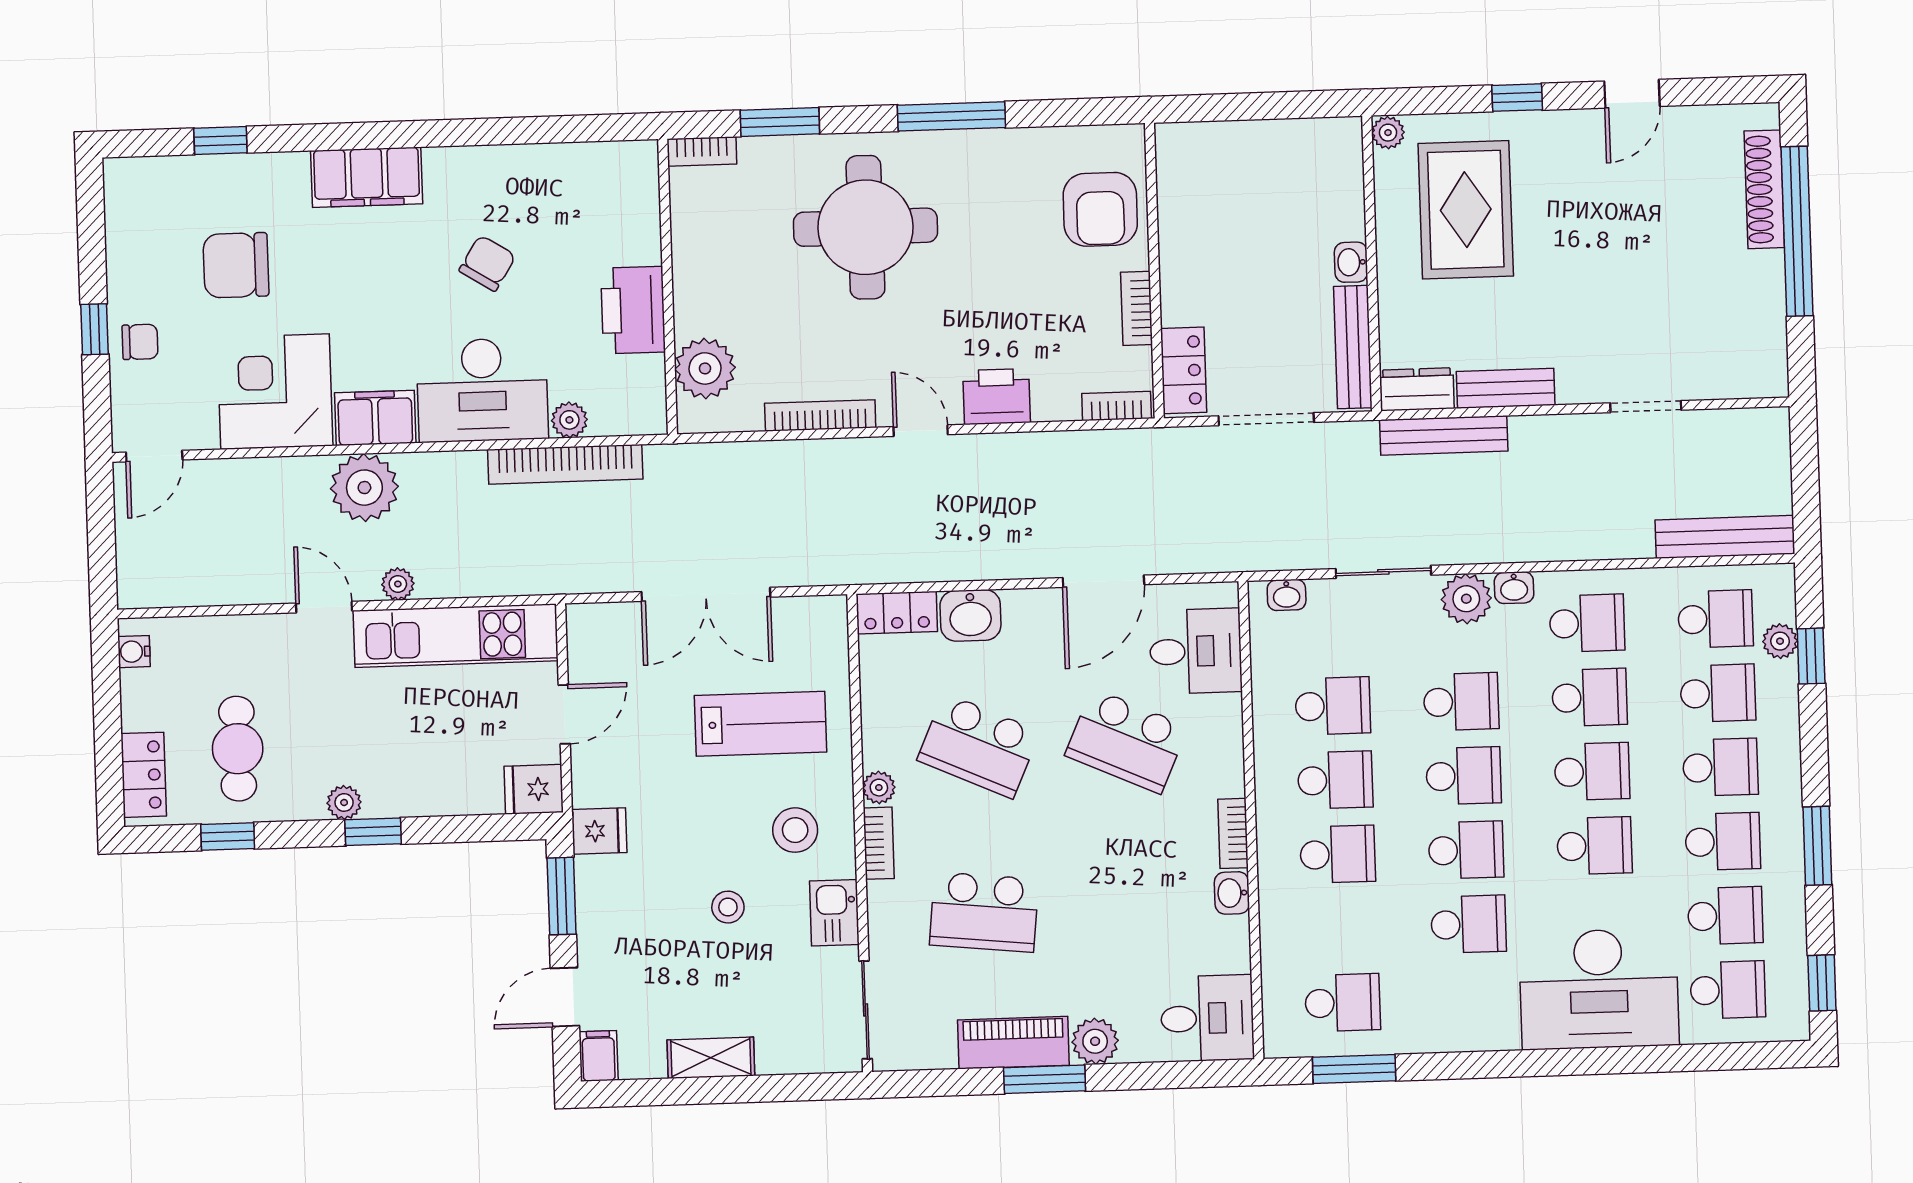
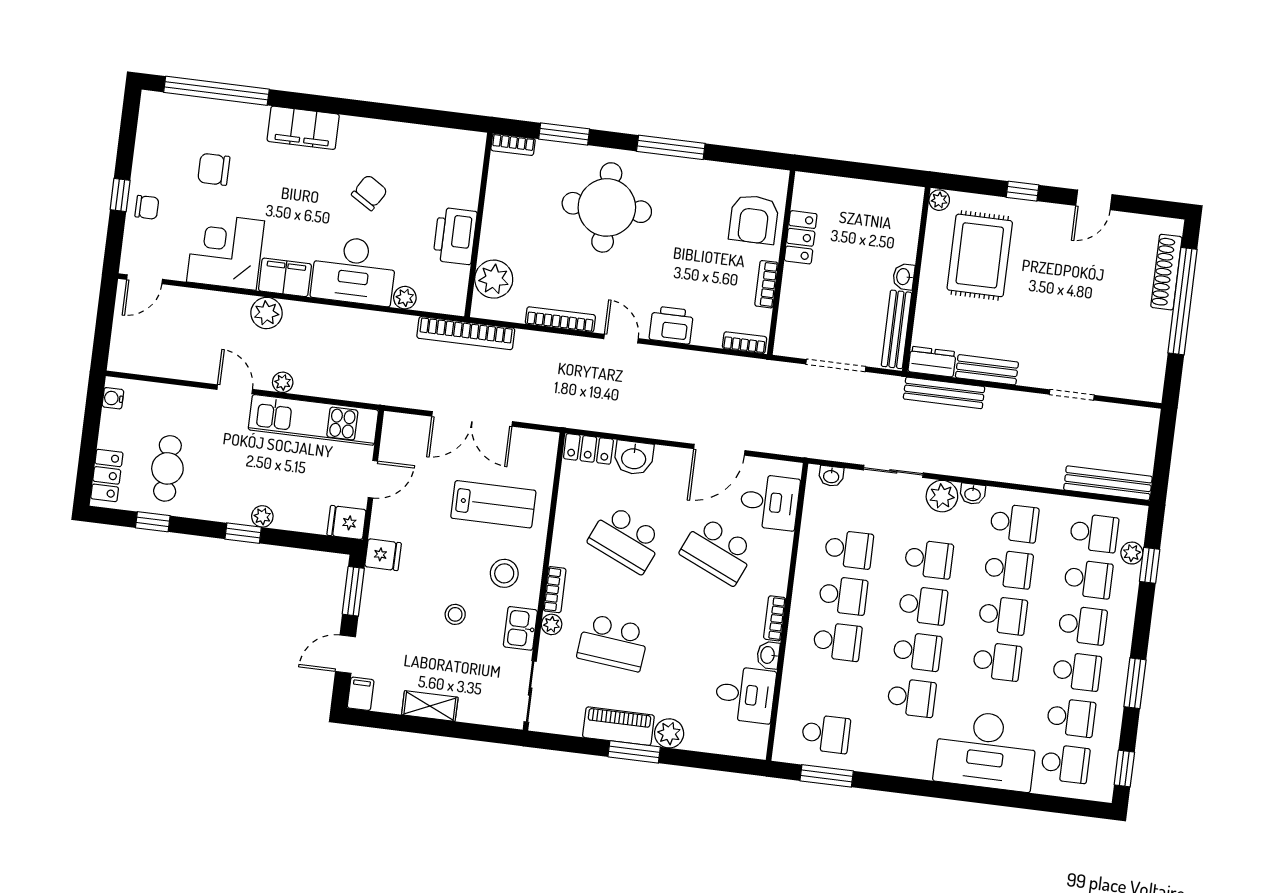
window: (220, 141) -> (216, 91), width x3.17
chair: (236, 265) -> (214, 169), width x0.73, depth x0.73
locker: (1184, 370) -> (801, 237), moved
bookcase: (565, 464) -> (466, 333), moved
plant: (364, 488) -> (266, 313), width x0.73, depth x0.73
plant: (879, 788) -> (552, 624), moved
plant: (344, 802) -> (262, 516), moved
desk: (1207, 1018) -> (745, 695), moved

